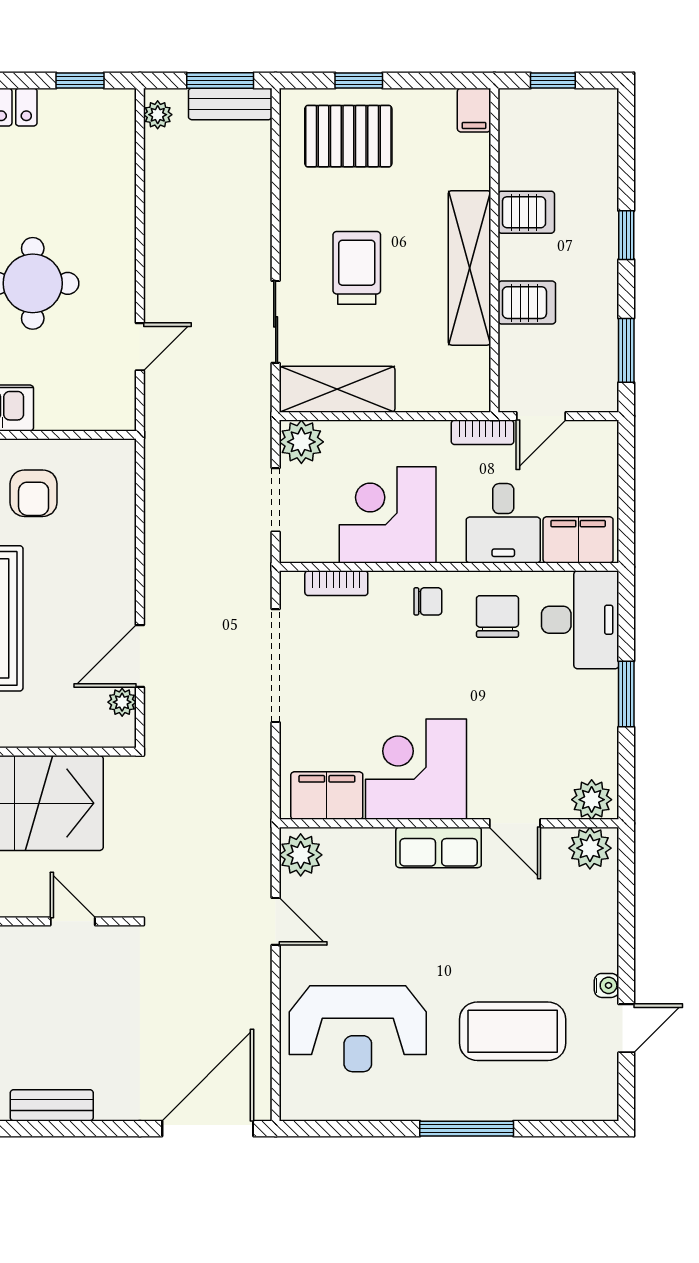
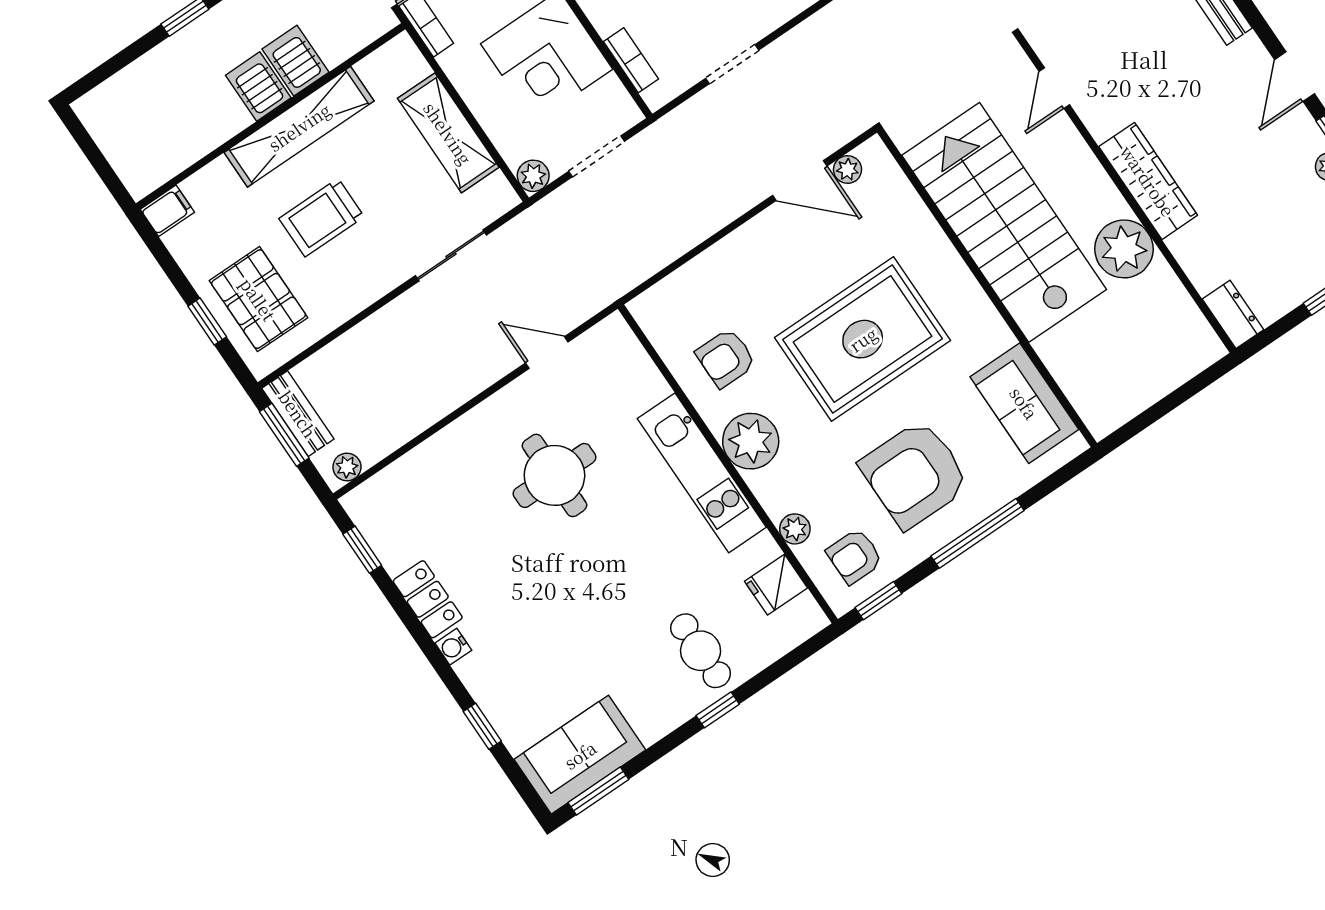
window: (553, 81) -> (99, 163), removed
server rack: (526, 212) -> (258, 87), moved
trolley: (357, 268) -> (322, 218), moved
shelving: (337, 389) -> (448, 133), moved
plant: (301, 442) -> (533, 176), width x0.73, depth x0.73
armchair: (34, 493) -> (726, 358), turned 180
doorway: (276, 666) -> (732, 64), width x0.53

